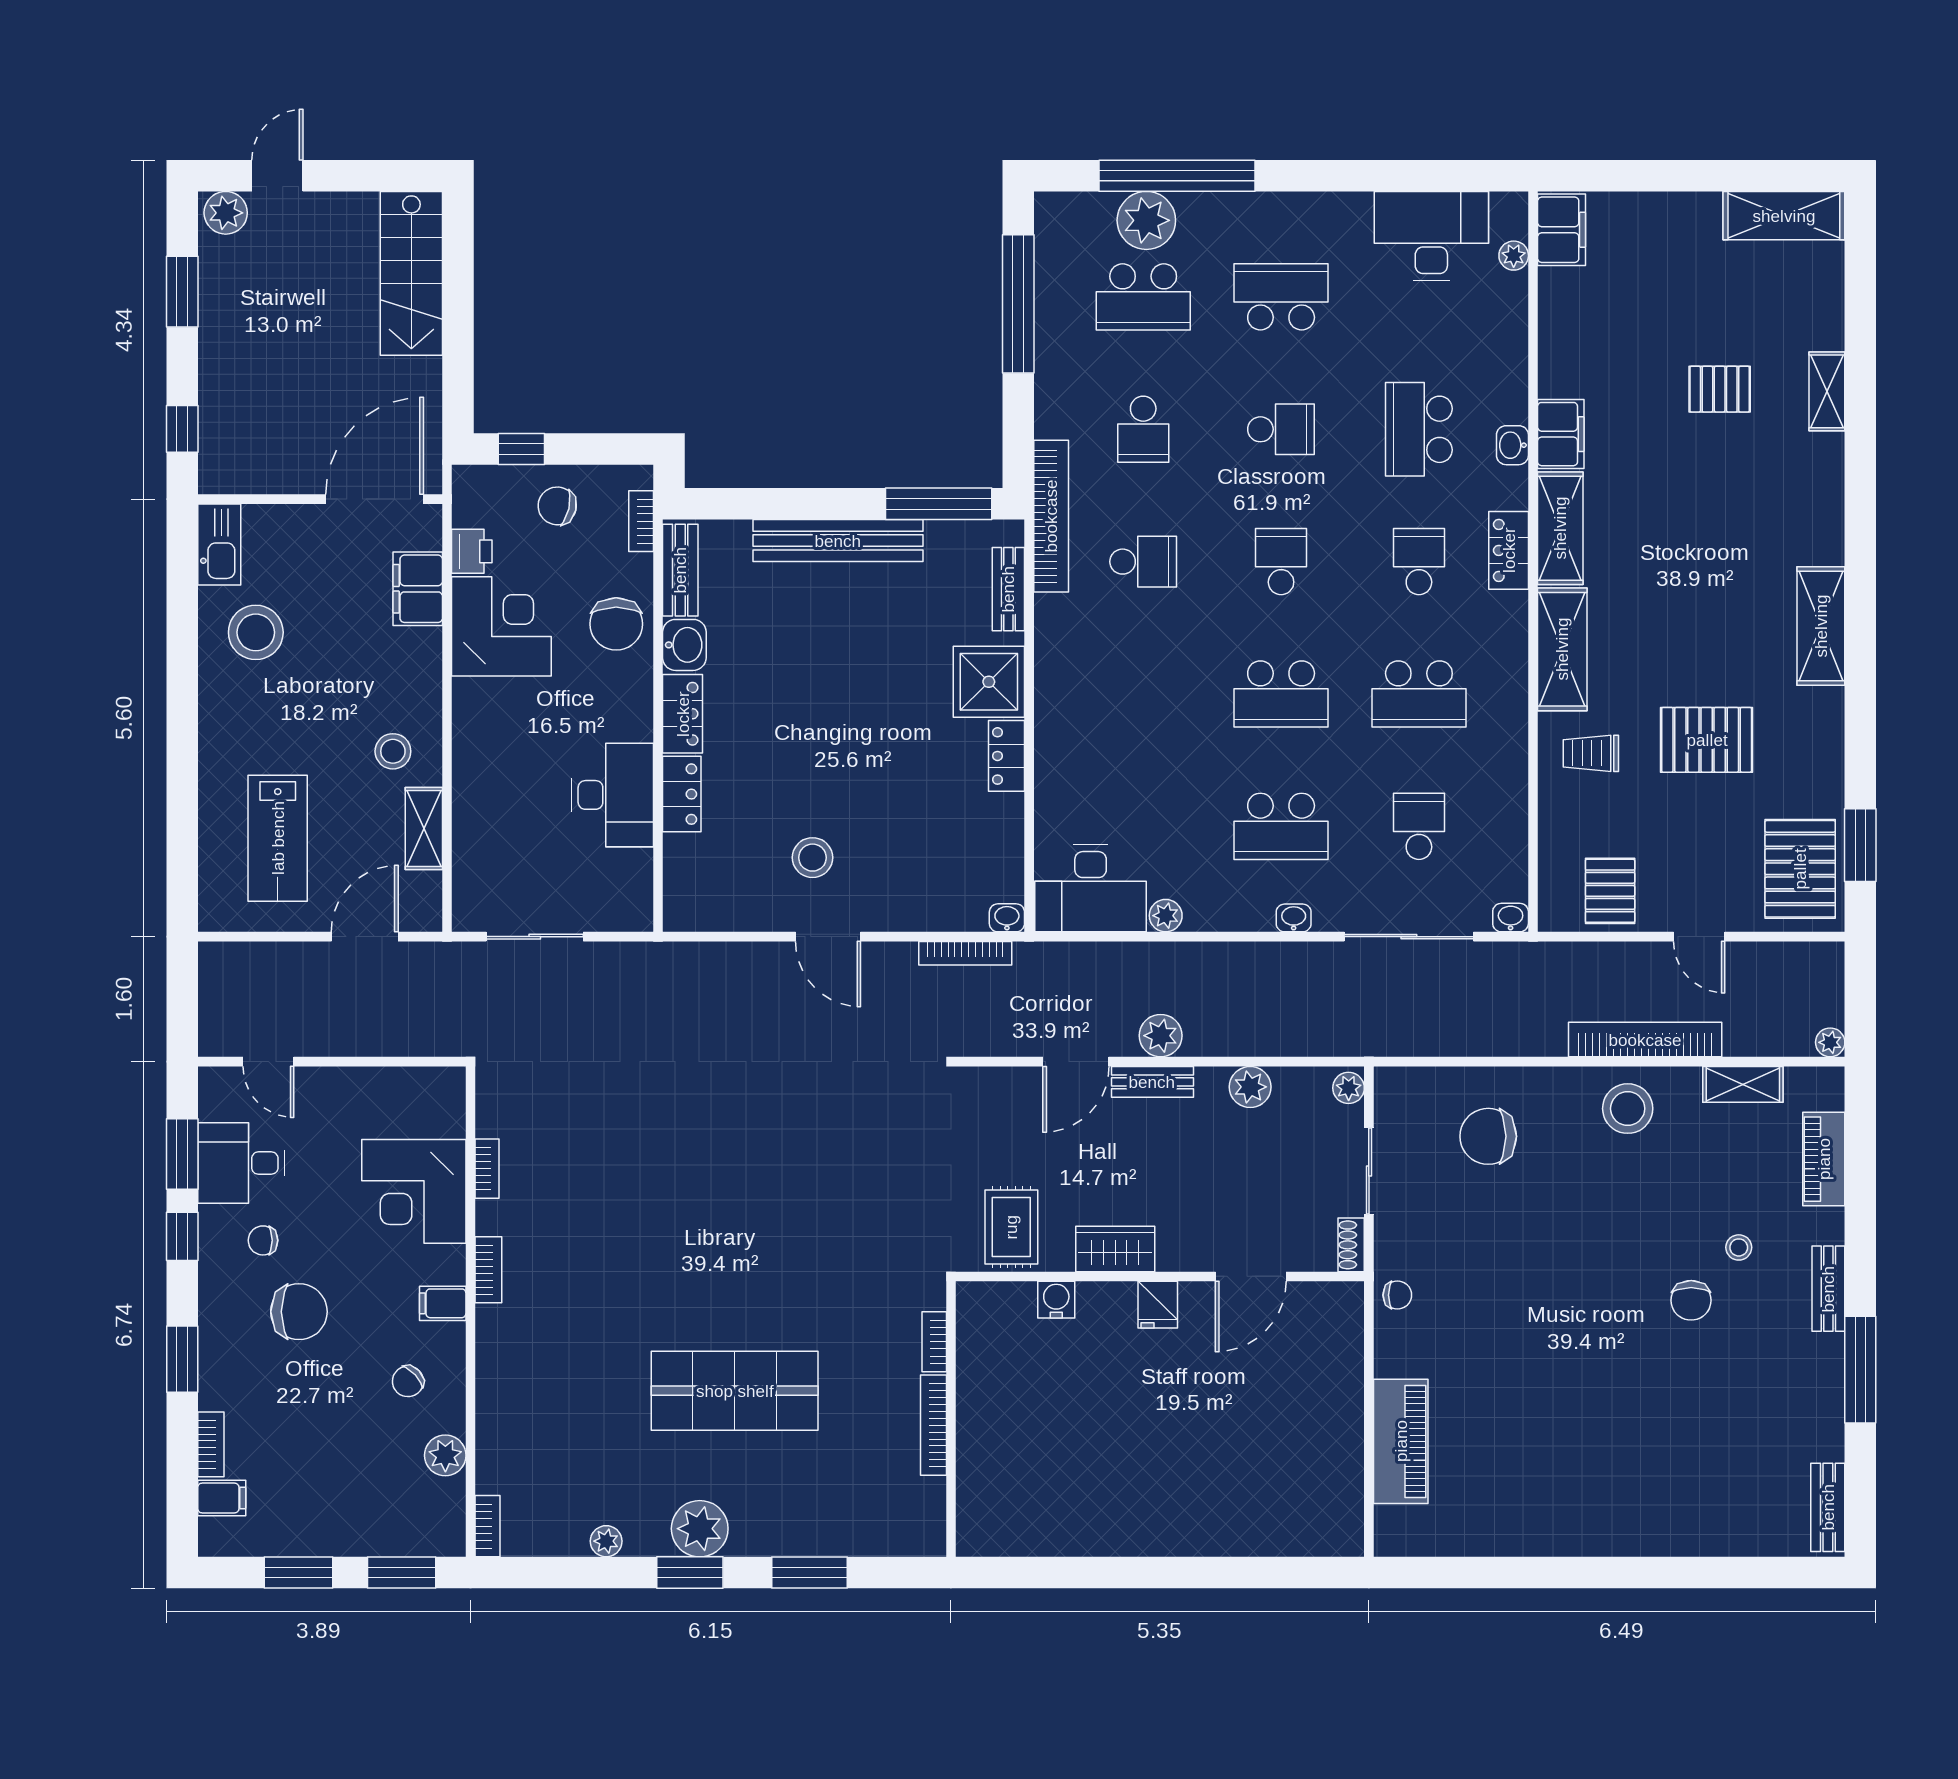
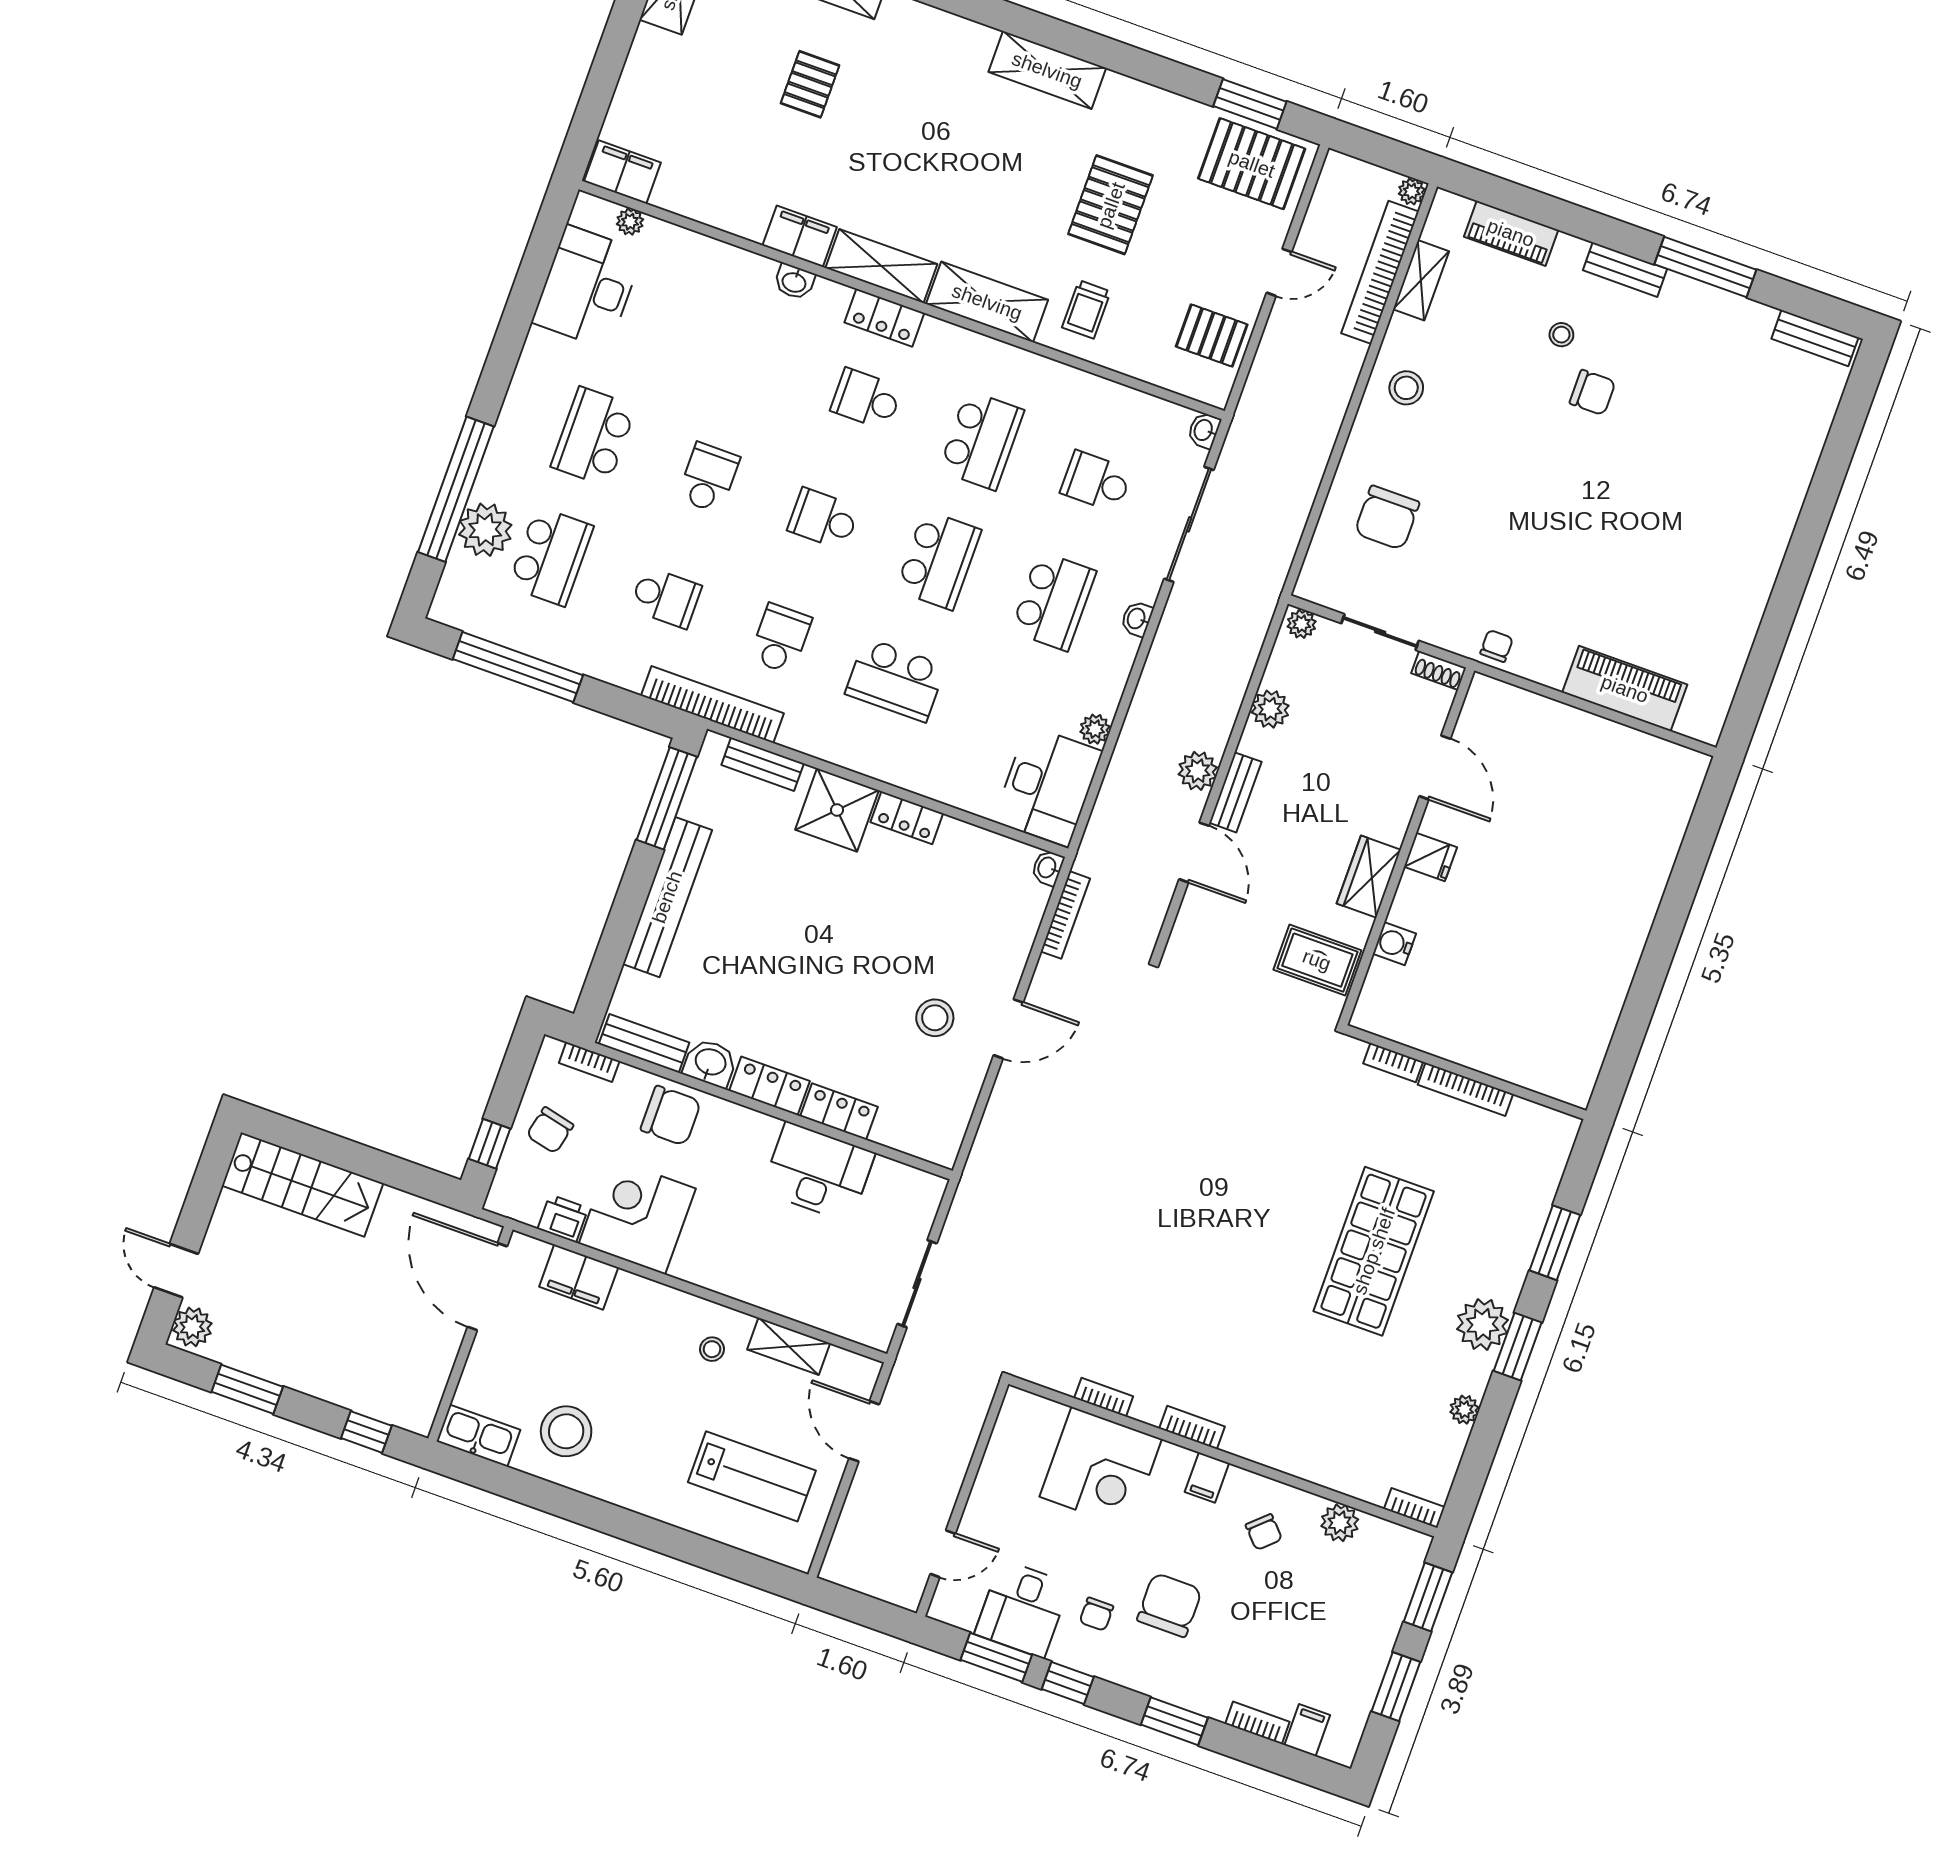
school desk: (1419, 429) -> (896, 680), moved
stool: (393, 751) -> (712, 1349), width x0.73, depth x0.73
bookcase: (1645, 1040) -> (1380, 272), moved
stool: (1628, 1109) -> (1406, 388), width x0.73, depth x0.73

